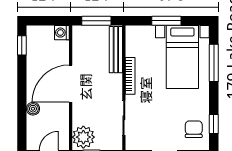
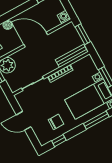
chair: (194, 129) -> (56, 122), moved

